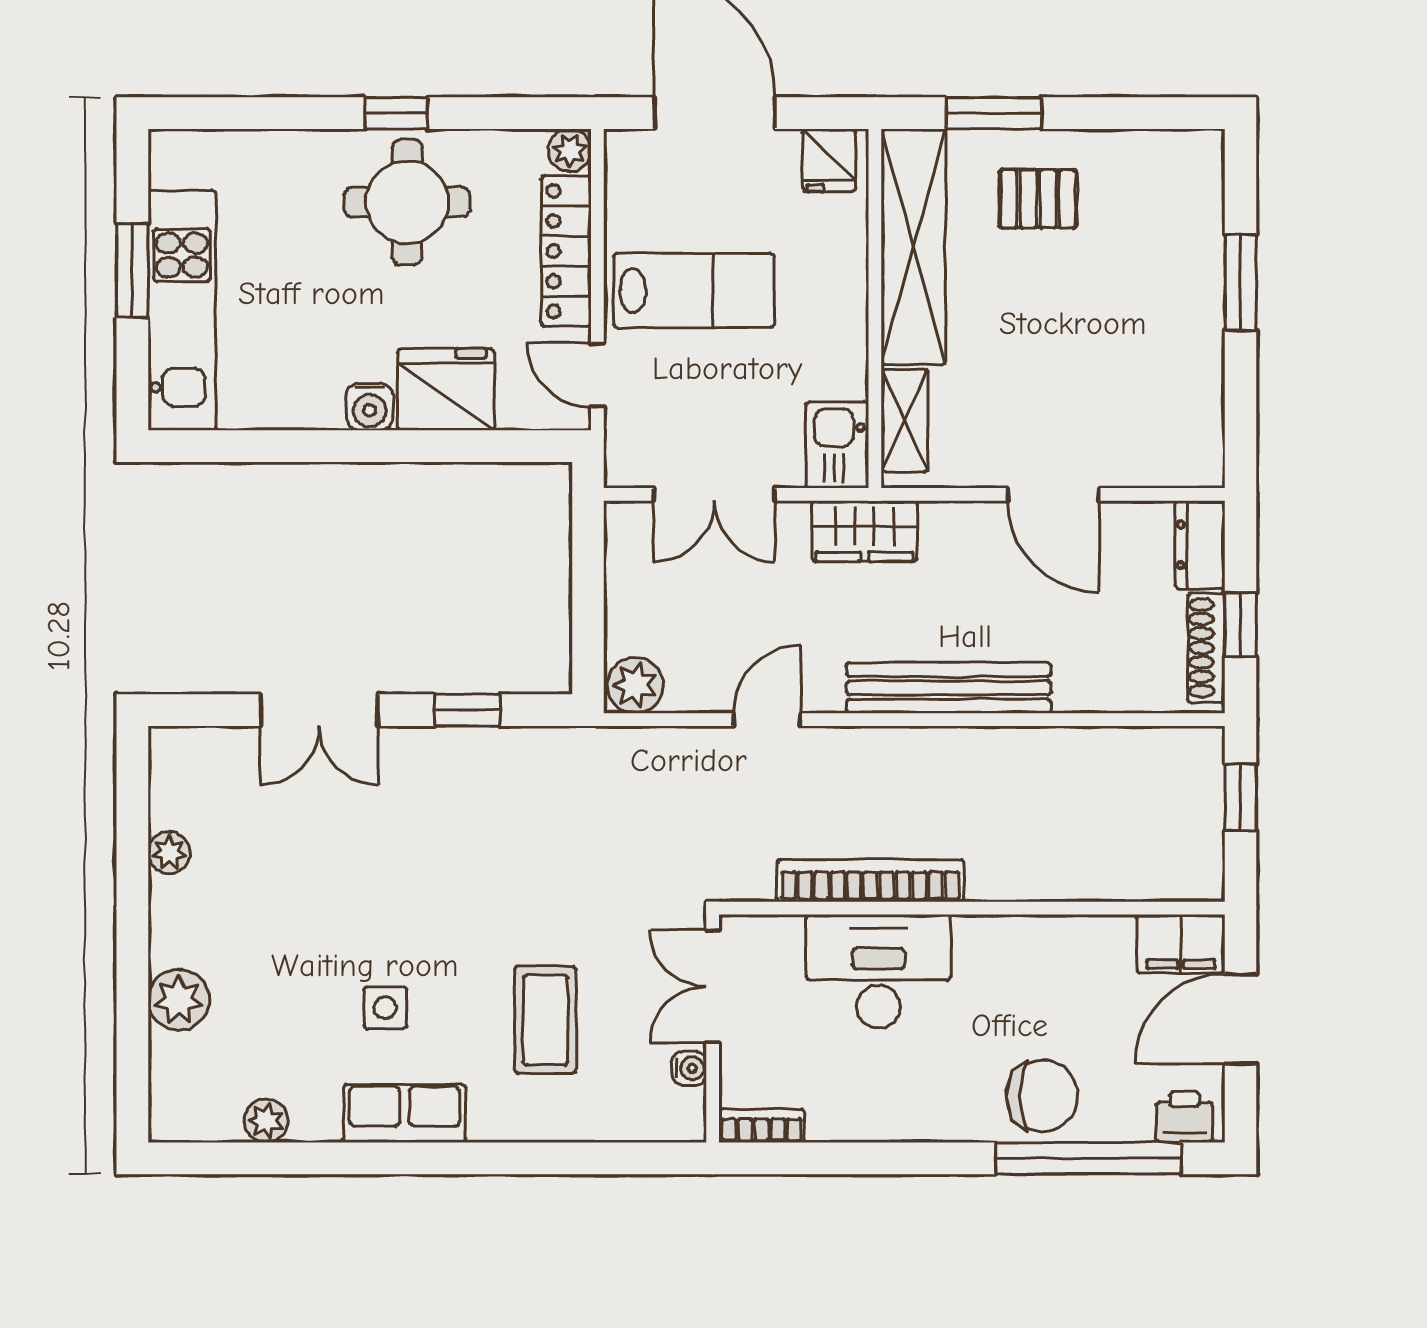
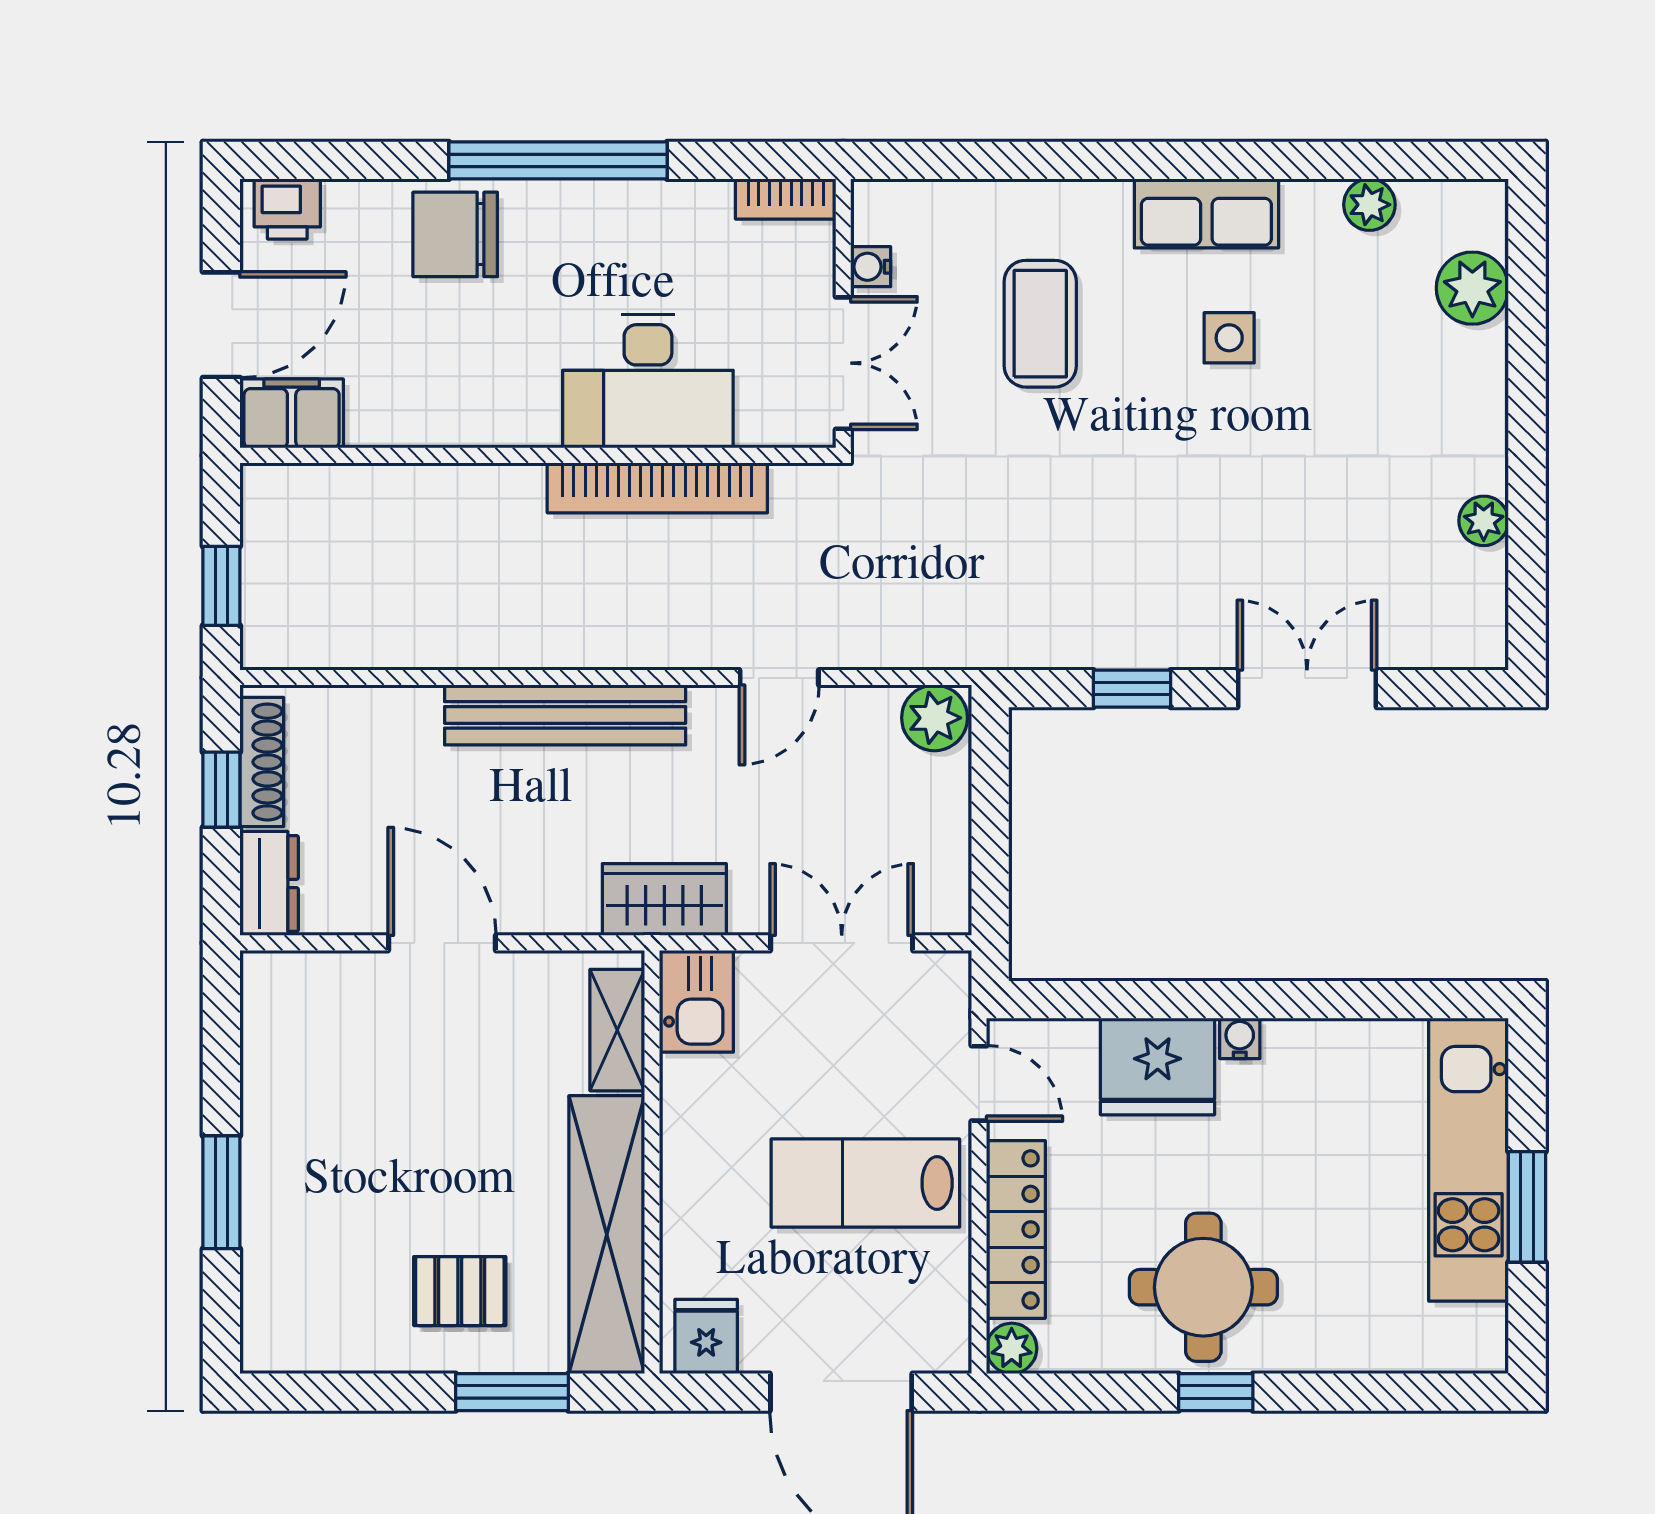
water cooler: (370, 407) -> (1240, 1038), width x0.72, depth x0.72
plant: (179, 1000) -> (1472, 288), moved
window: (1089, 1158) -> (558, 160), moved

